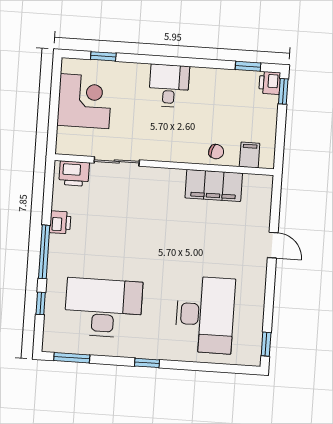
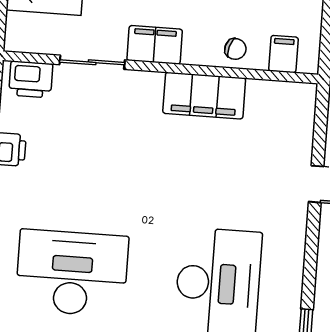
filing cabinet: (160, 149) -> (155, 45), added
filing cabinet: (214, 185) -> (204, 96), moved

